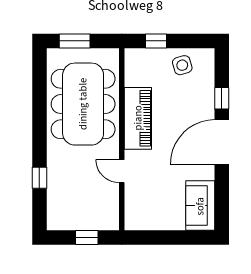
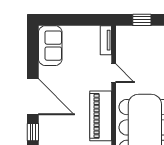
door: (222, 142) -> (33, 97), hinge flipped
tv unit: (131, 212) -> (106, 40), added

